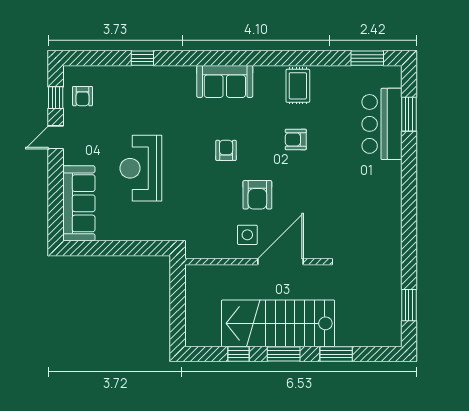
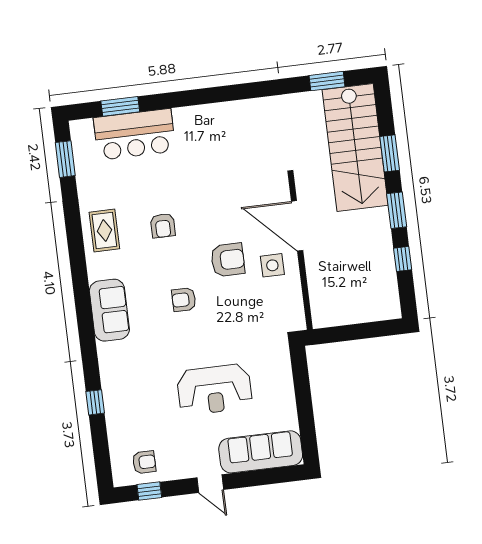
rug: (298, 86) -> (104, 231), turned 90
door: (56, 137) -> (210, 484), moved
stairs: (278, 323) -> (355, 148), moved

